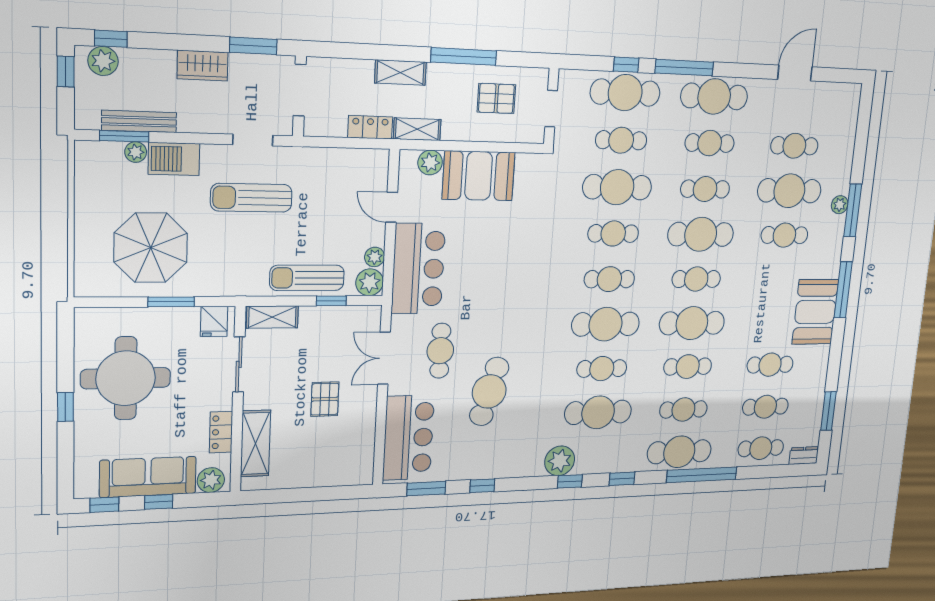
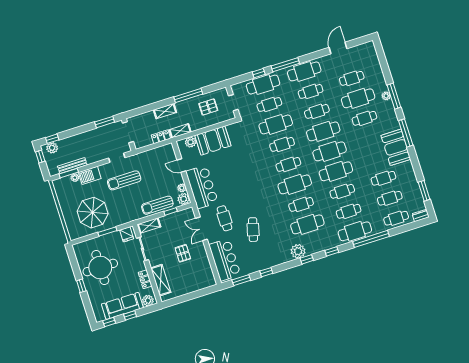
wardrobe: (203, 66) -> (88, 136), removed
cafe table: (696, 279) -> (330, 151), width x1.37, depth x1.35
cafe table: (489, 391) -> (253, 230), width x0.73, depth x0.74

